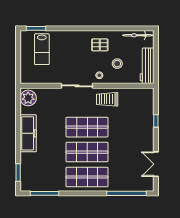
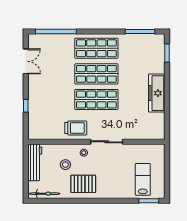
pallet: (100, 45) -> (83, 184), width x1.50, depth x1.42
plant: (28, 98) -> (157, 129), removed

